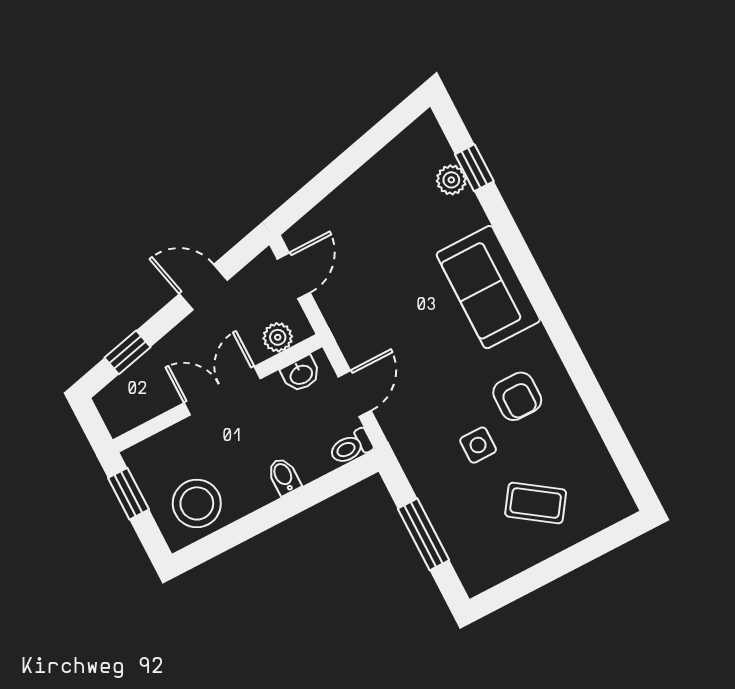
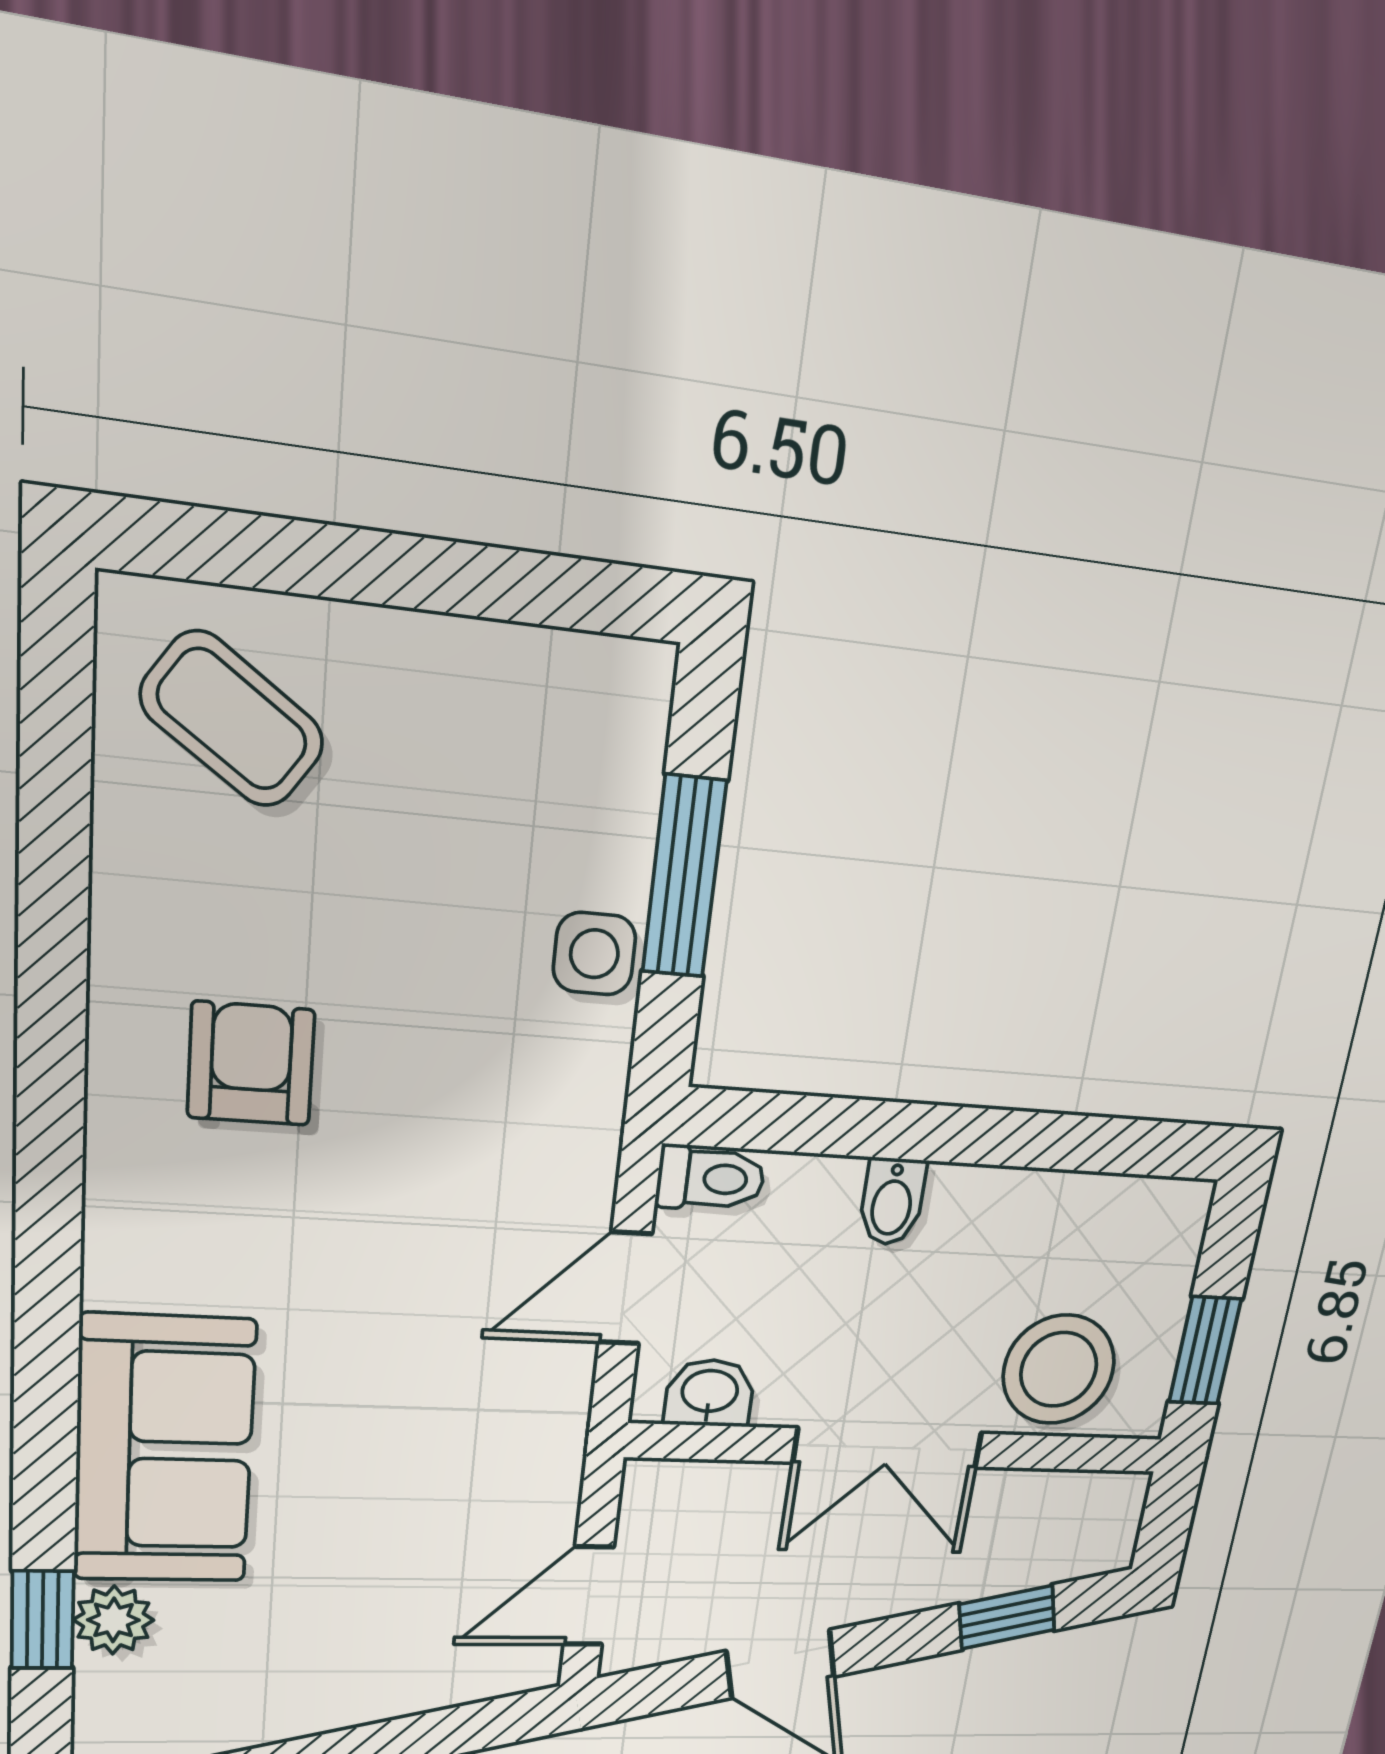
sofa: (488, 287) -> (164, 1450), moved
plant: (278, 337) -> (705, 1492), removed
side table: (478, 445) -> (594, 954), moved
stool: (197, 503) -> (1059, 1369), moved
coffee table: (536, 503) -> (232, 719), moved

